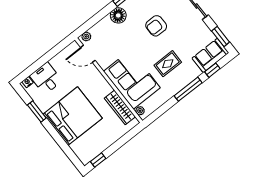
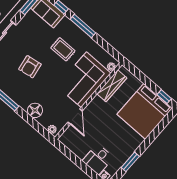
floor lamp: (118, 15) -> (35, 110), moved
armchair: (156, 26) -> (30, 67), turned 81
door: (88, 54) -> (75, 116), moved
bed: (73, 116) -> (145, 111), moved, turned -90

